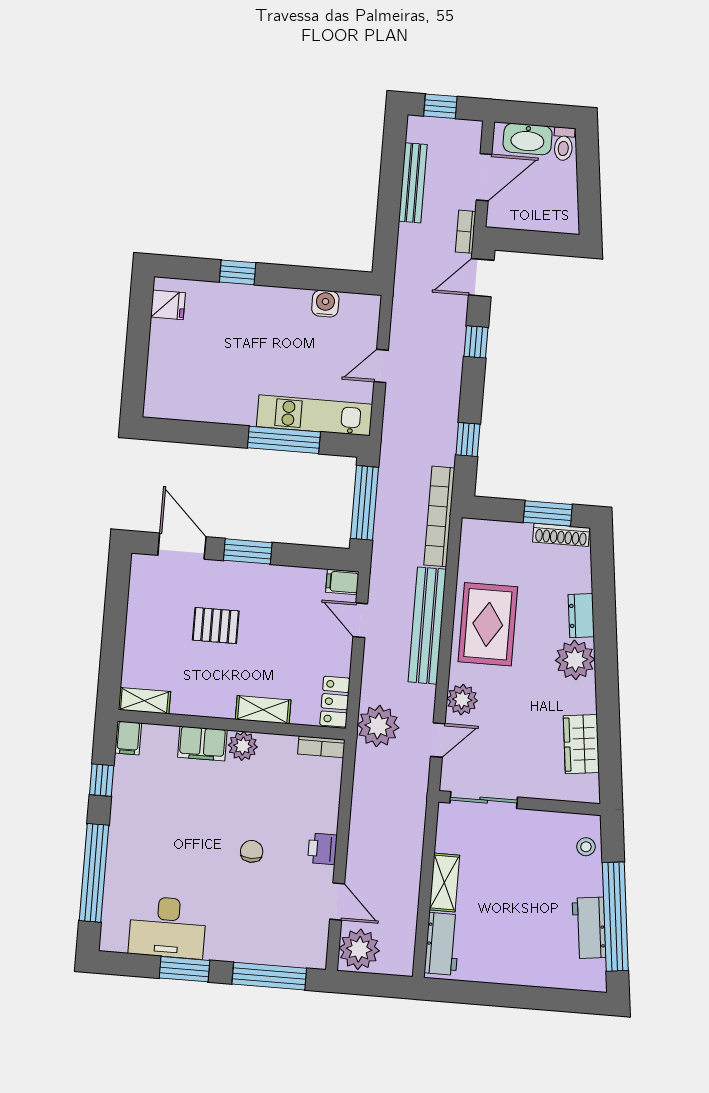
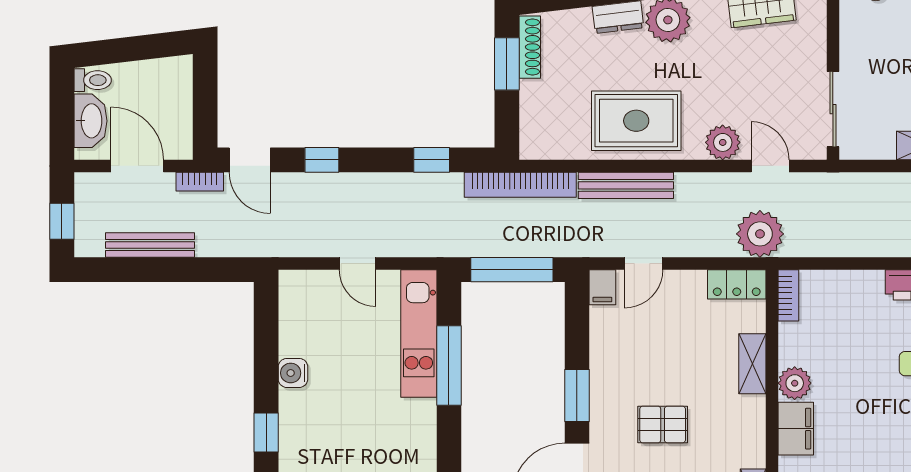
water cooler: (325, 304) -> (293, 373), moved
pallet: (216, 626) -> (663, 424), turned 90
bench: (427, 626) -> (626, 185), width x0.73, depth x0.82

